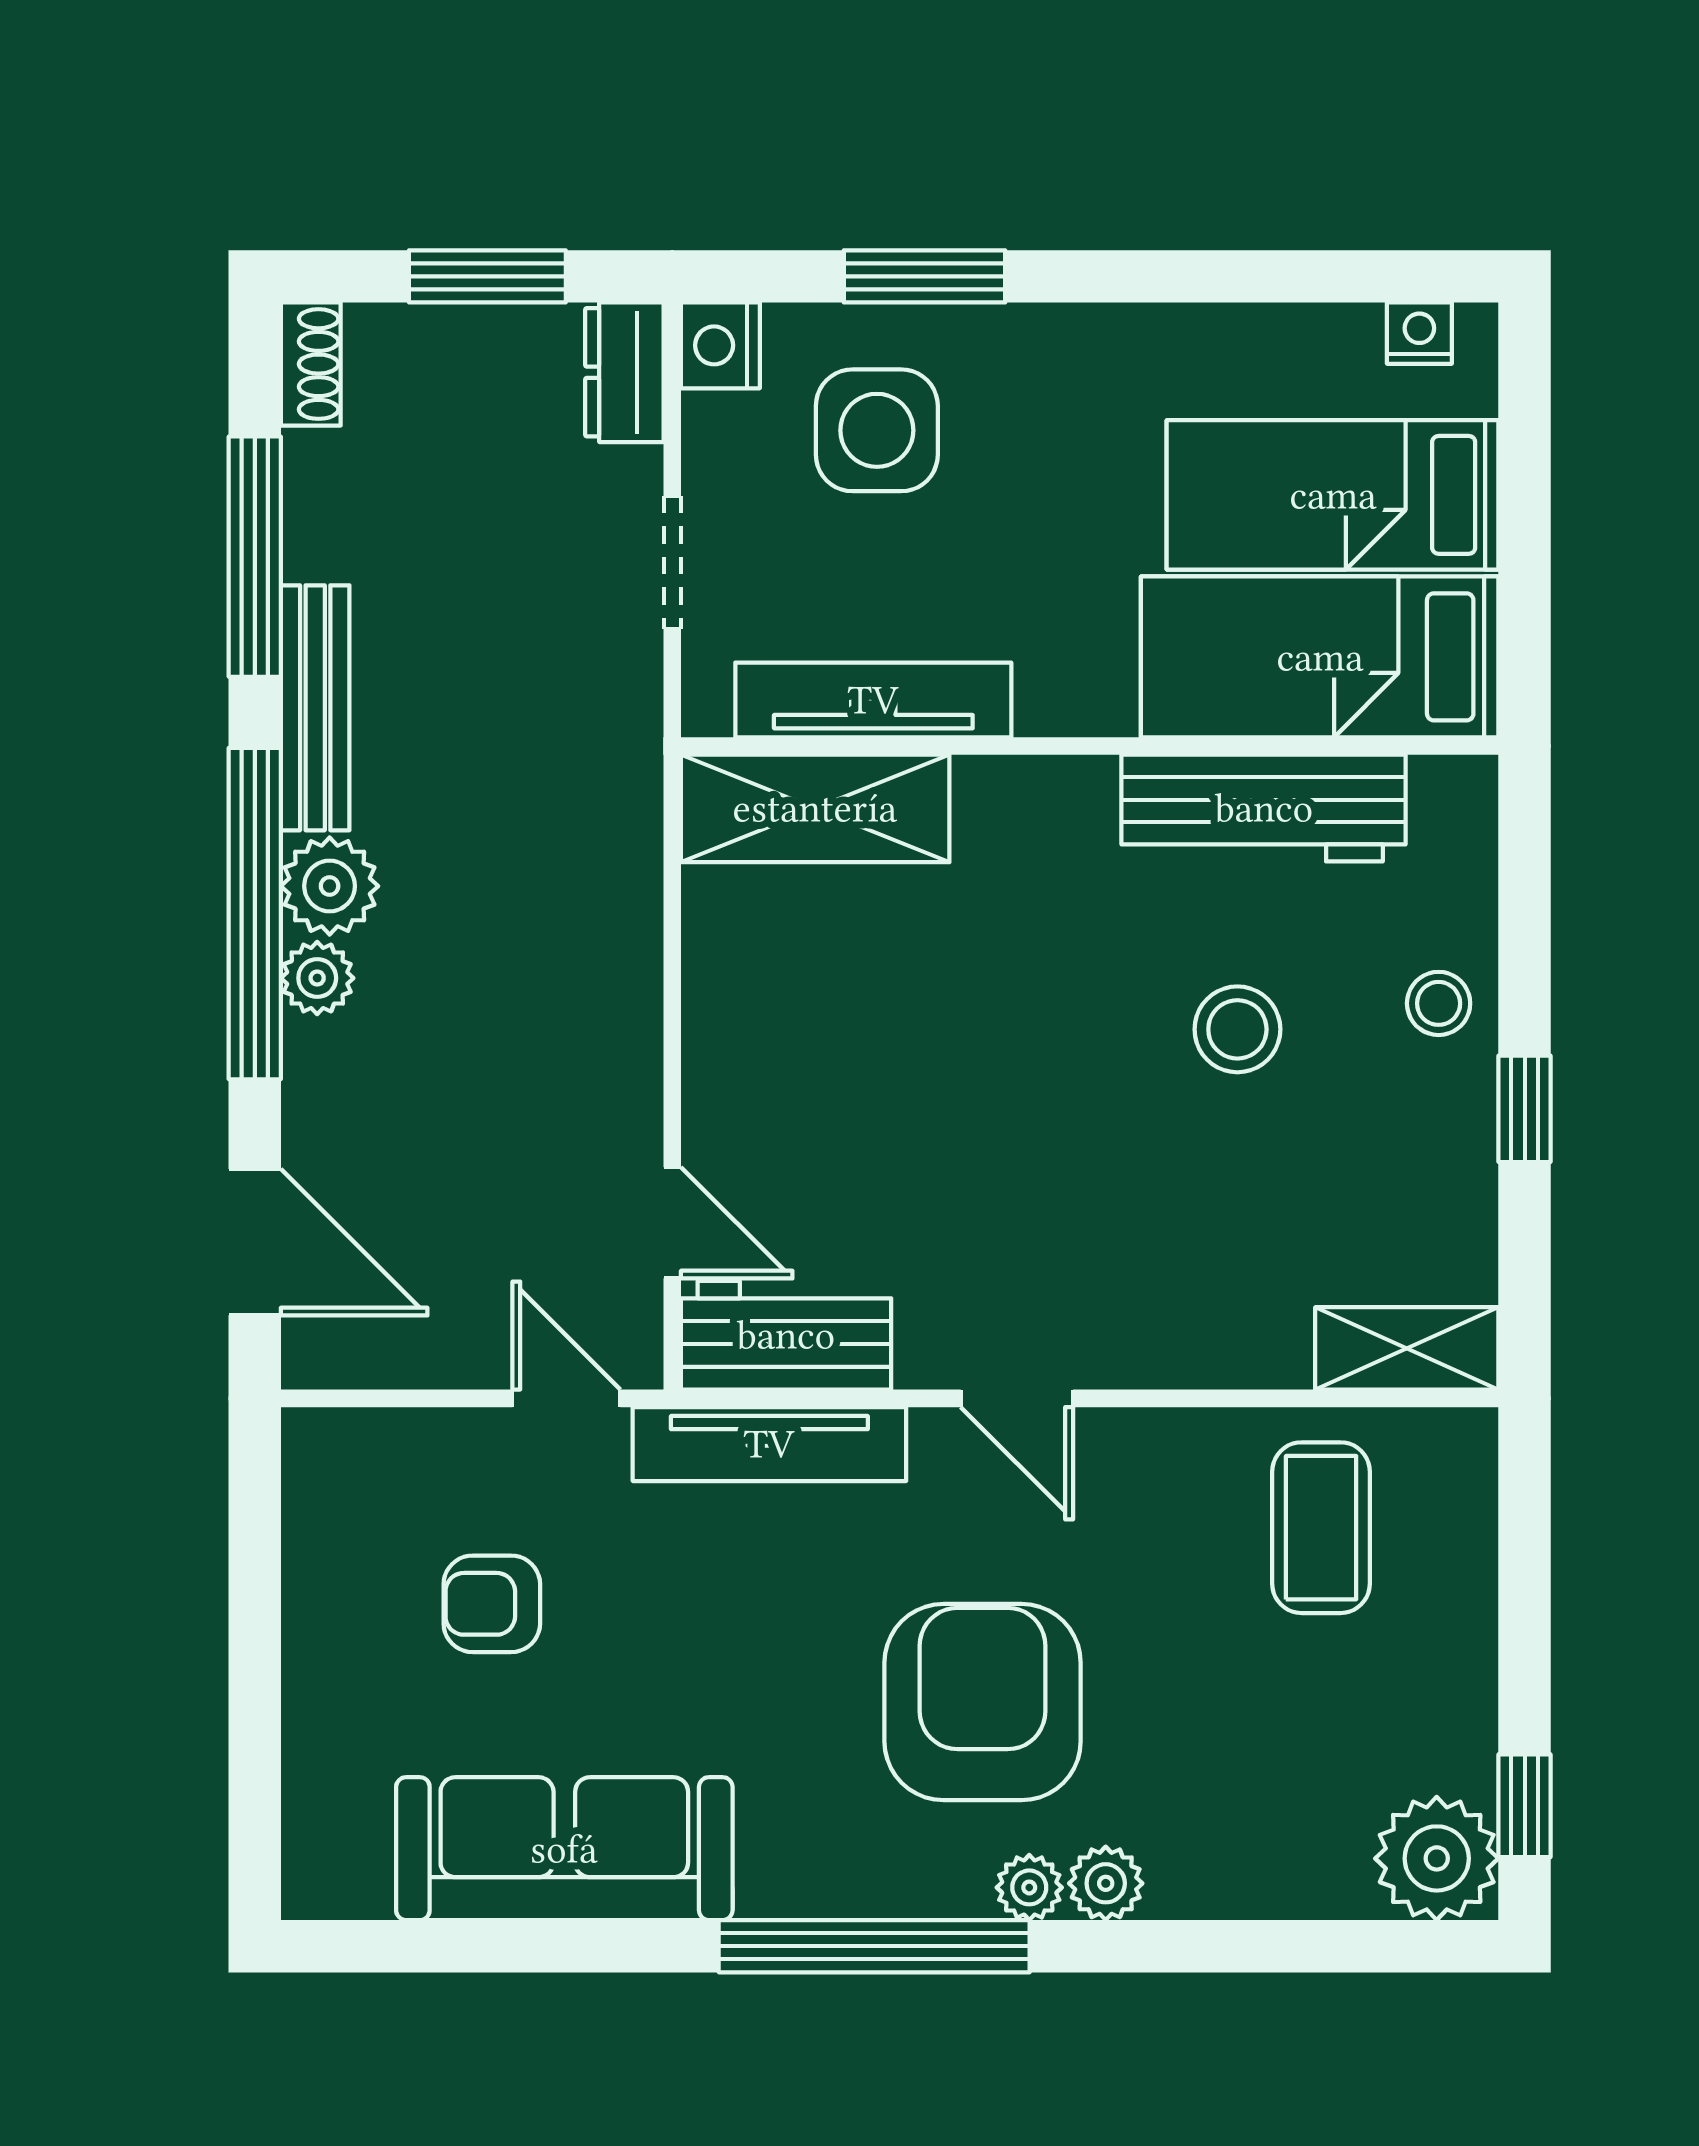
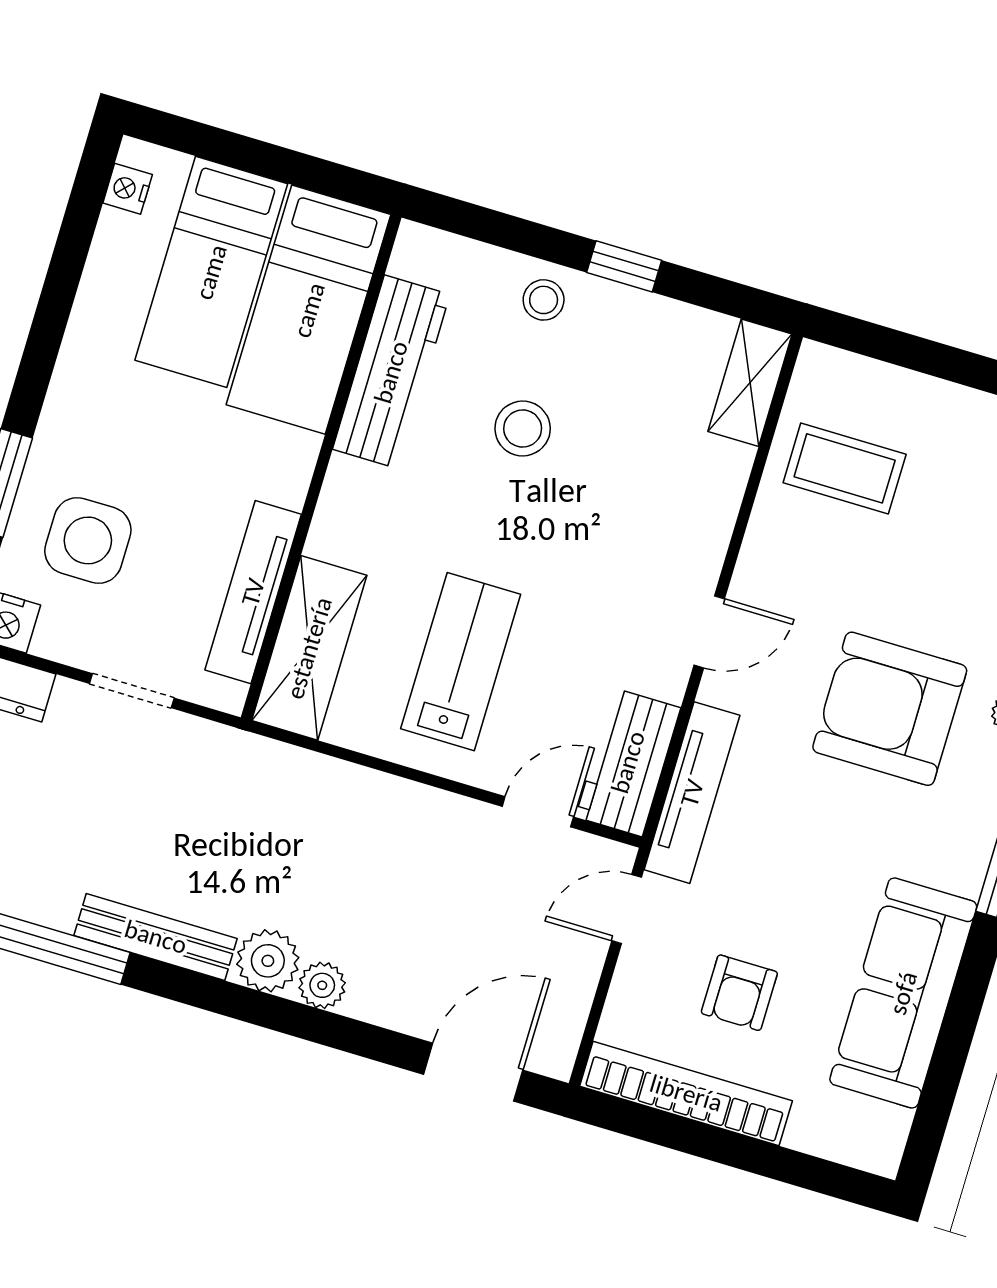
window: (255, 914) -> (271, 1012), removed
lab bench: (862, 1041) -> (461, 662), added
bookcase: (318, 1569) -> (686, 1093), added

